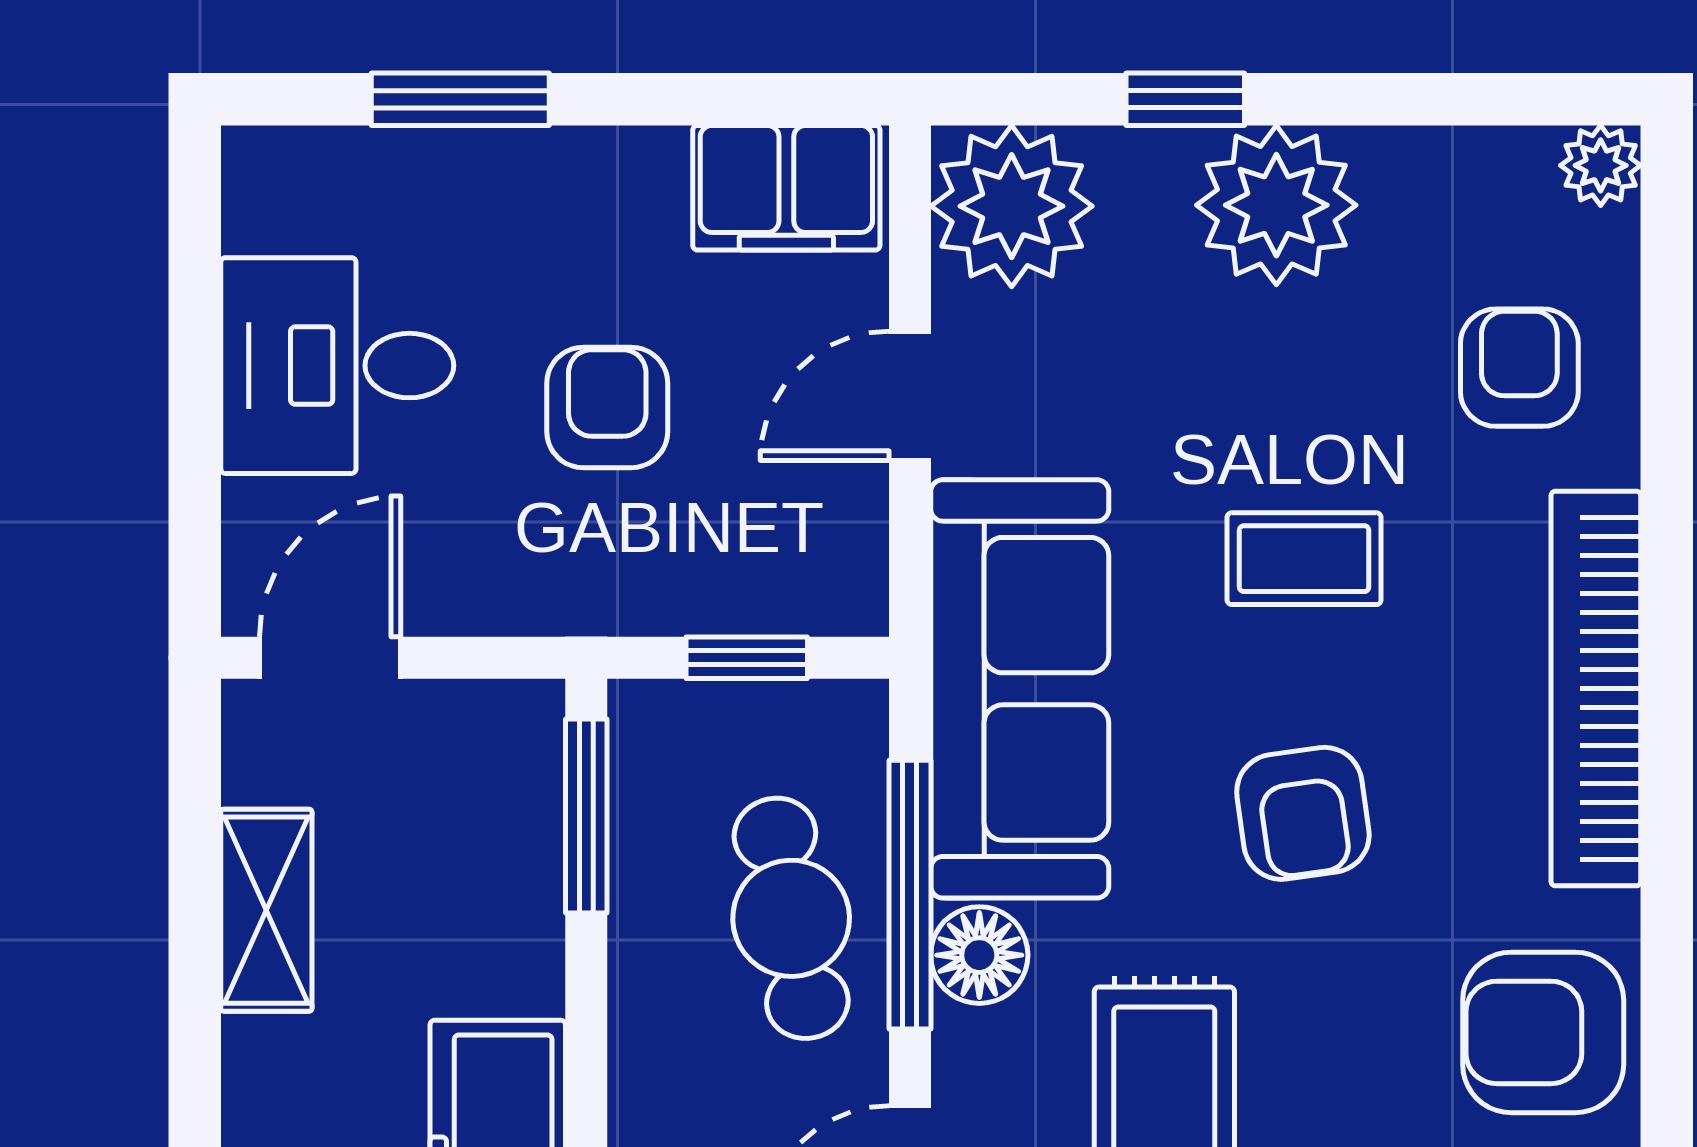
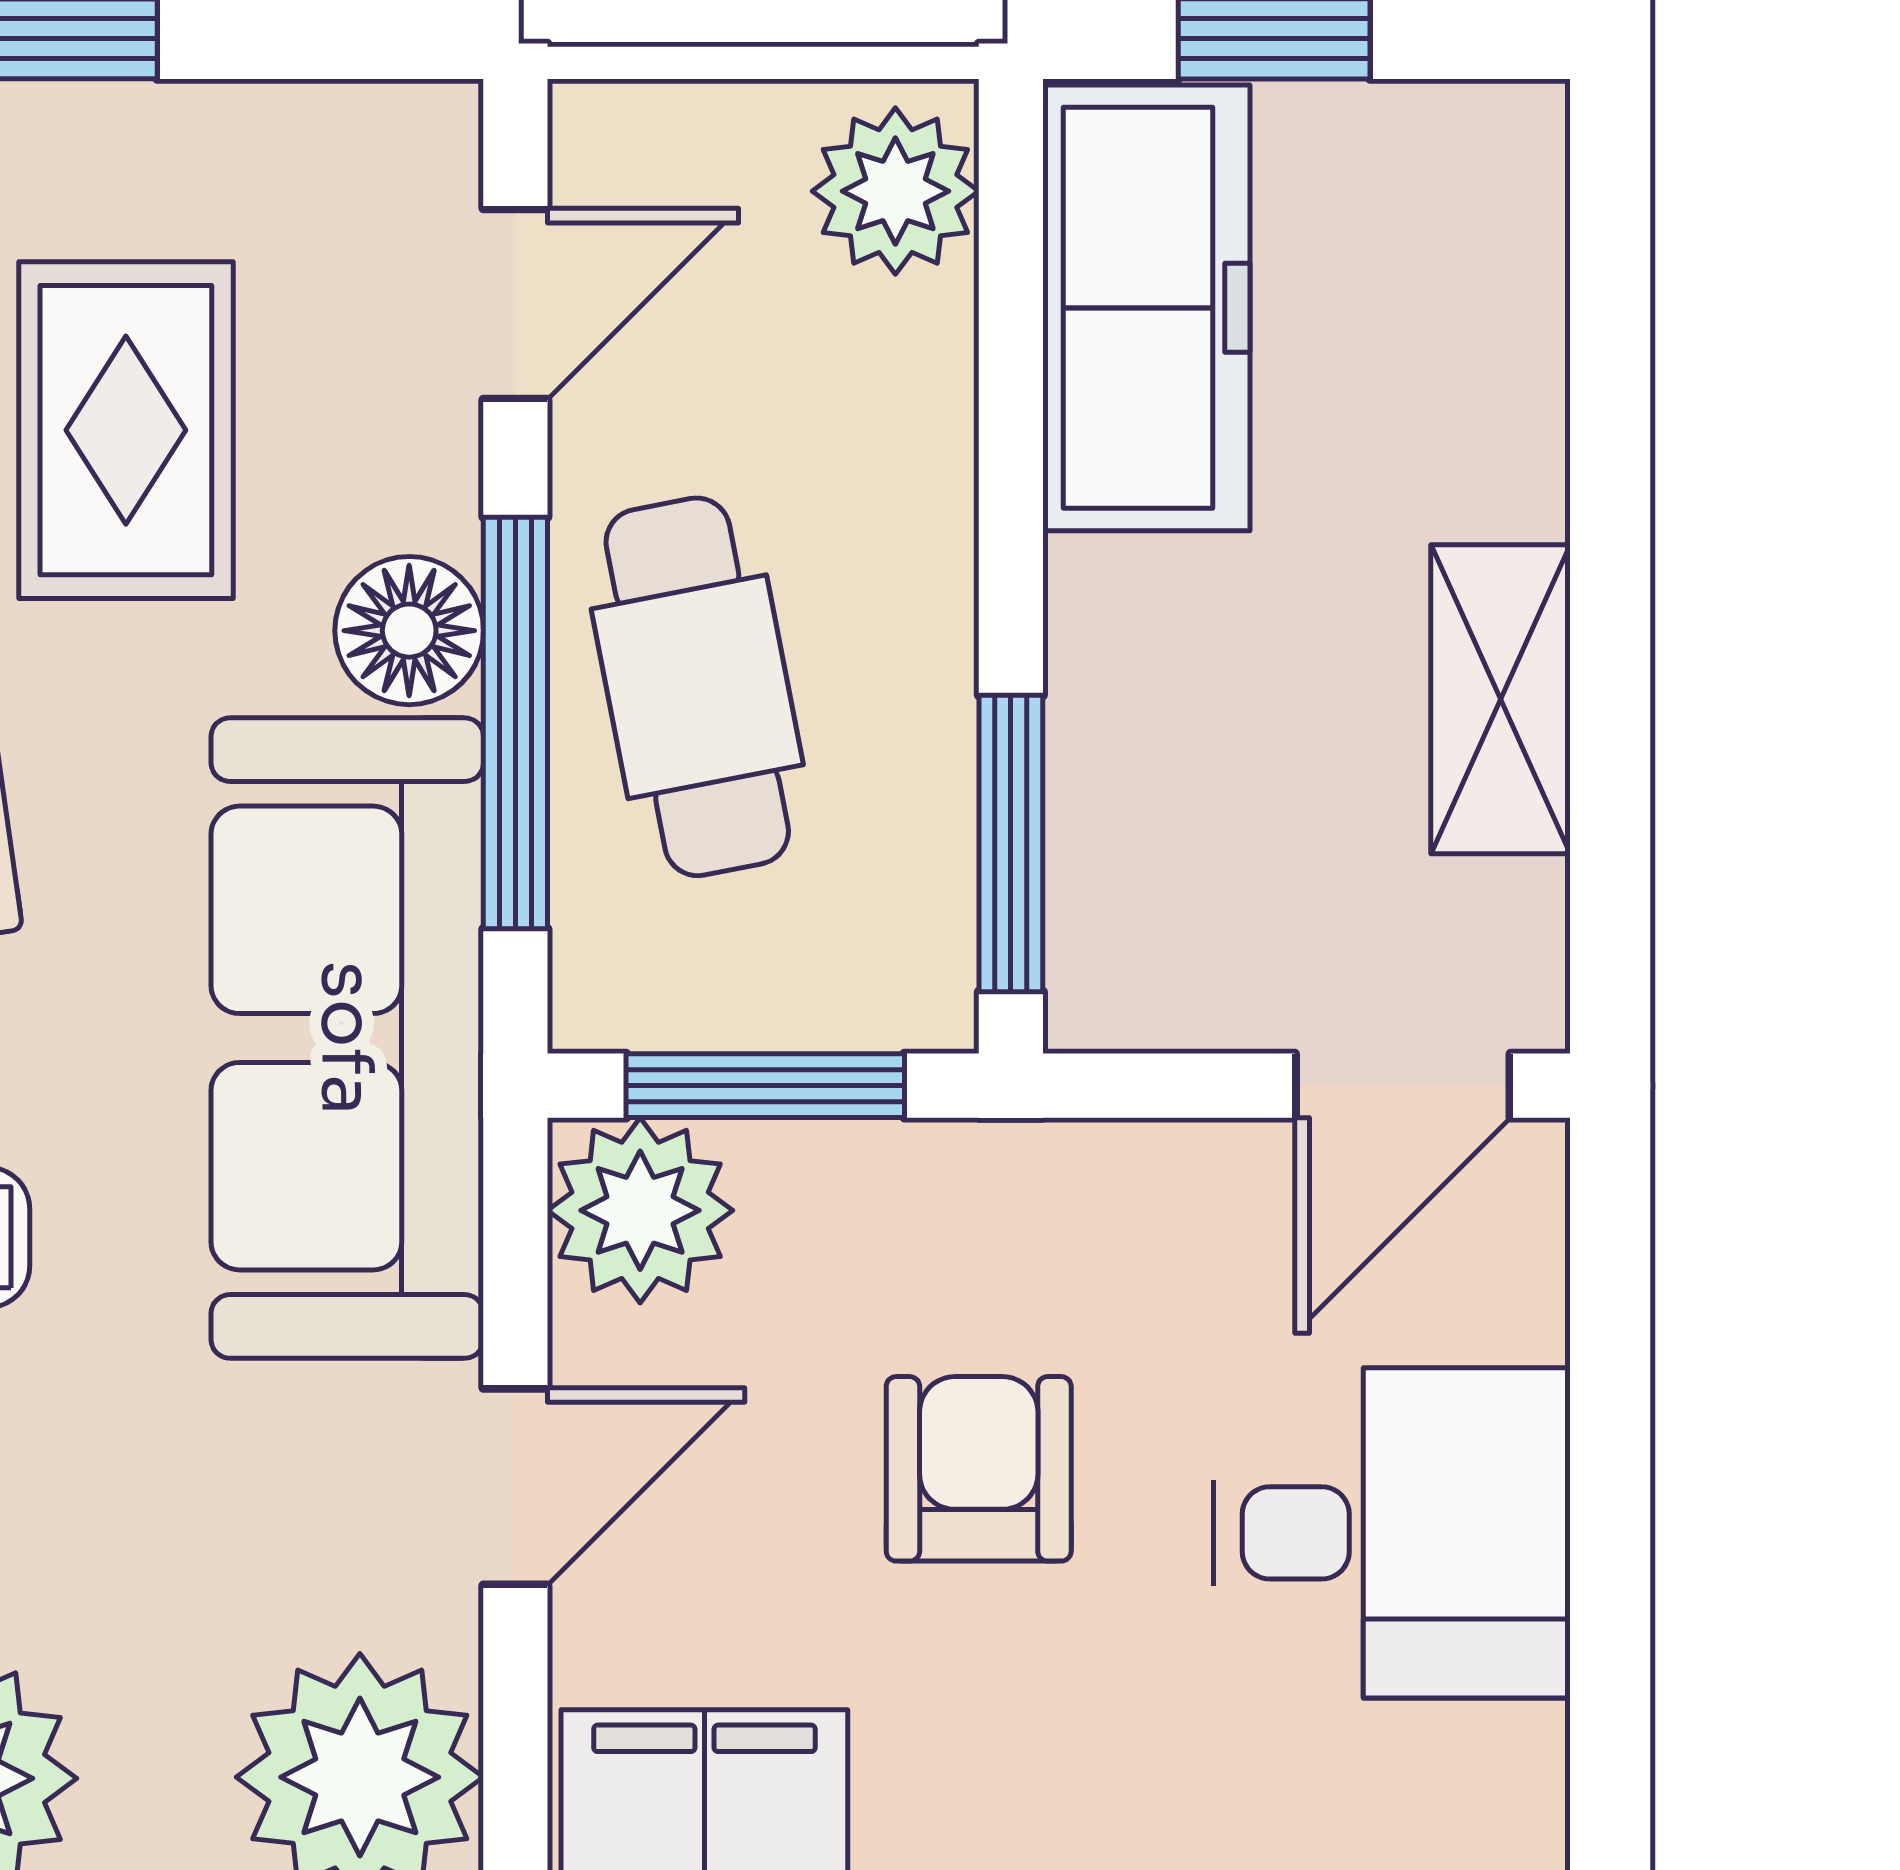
armchair: (607, 407) -> (979, 1469), turned 180
plant: (828, 576) -> (640, 1210), added
window: (747, 658) -> (765, 1086), width x1.50

